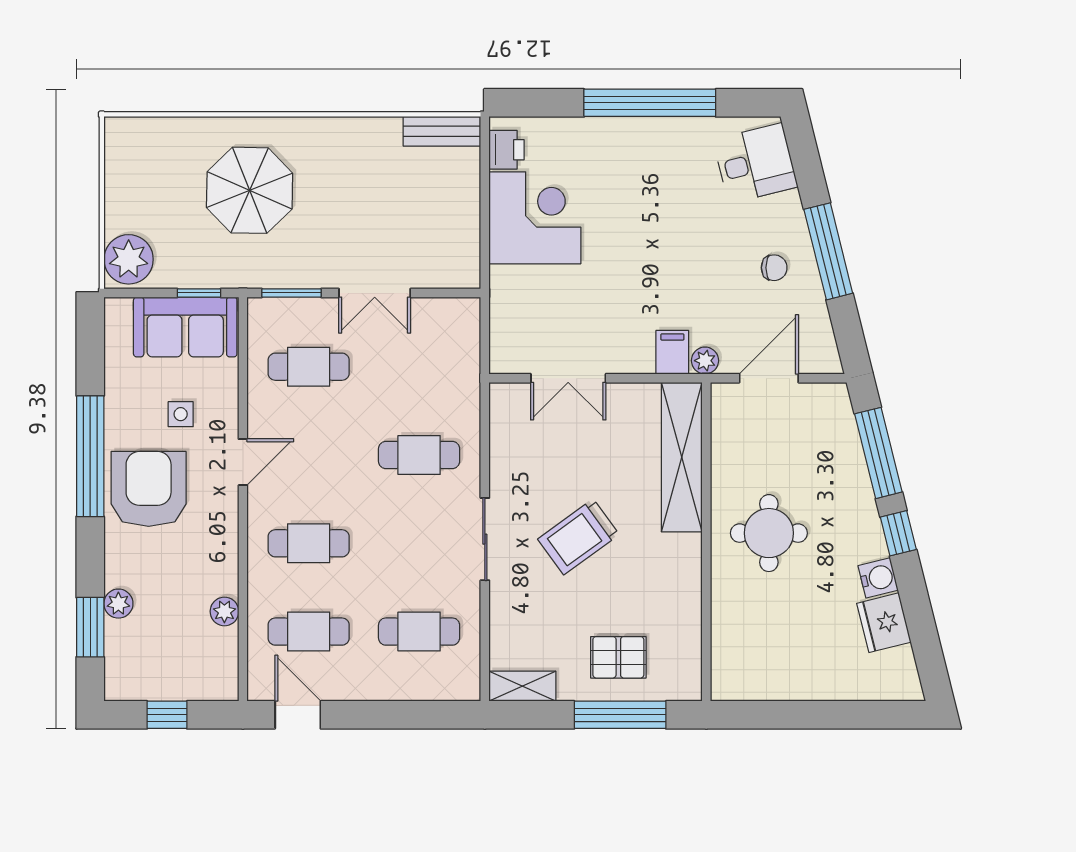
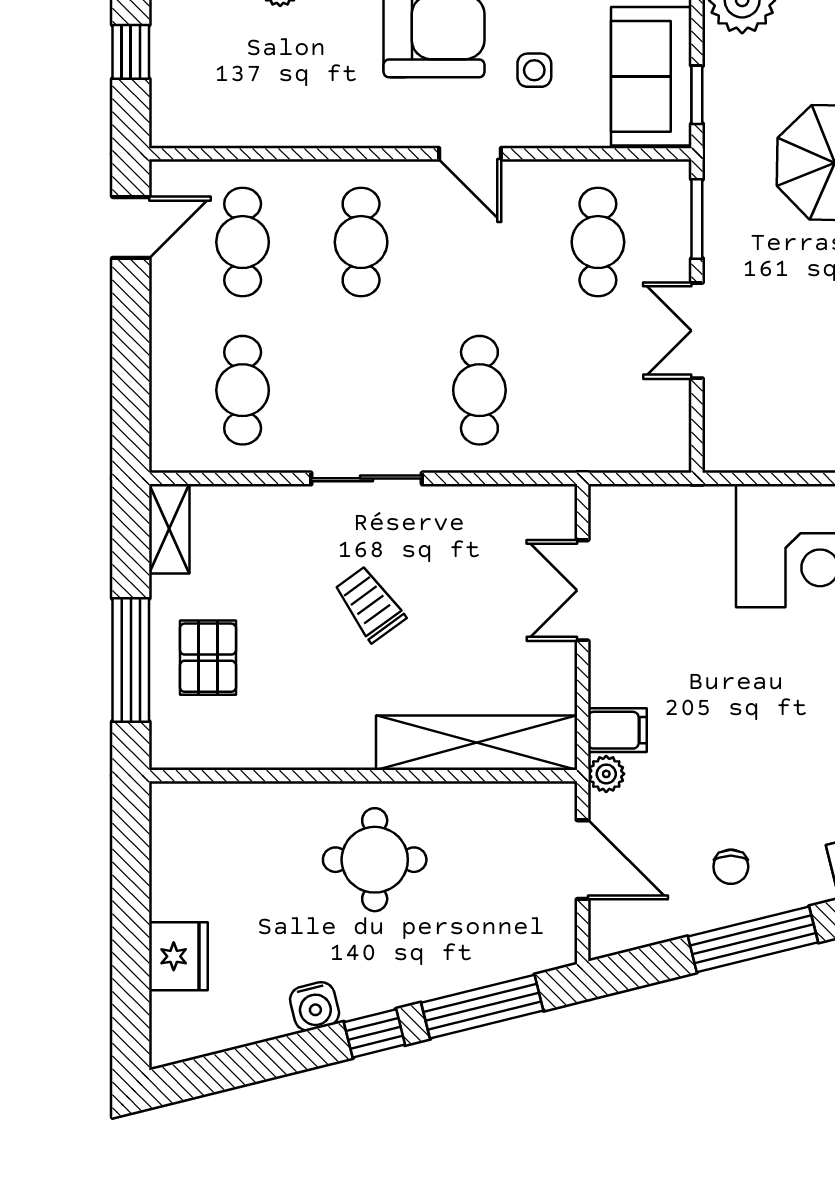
trolley: (578, 537) -> (370, 604), width x0.73, depth x0.72
plant: (224, 611) -> (270, 129), removed
fridge: (884, 623) -> (178, 956), moved, turned 104

